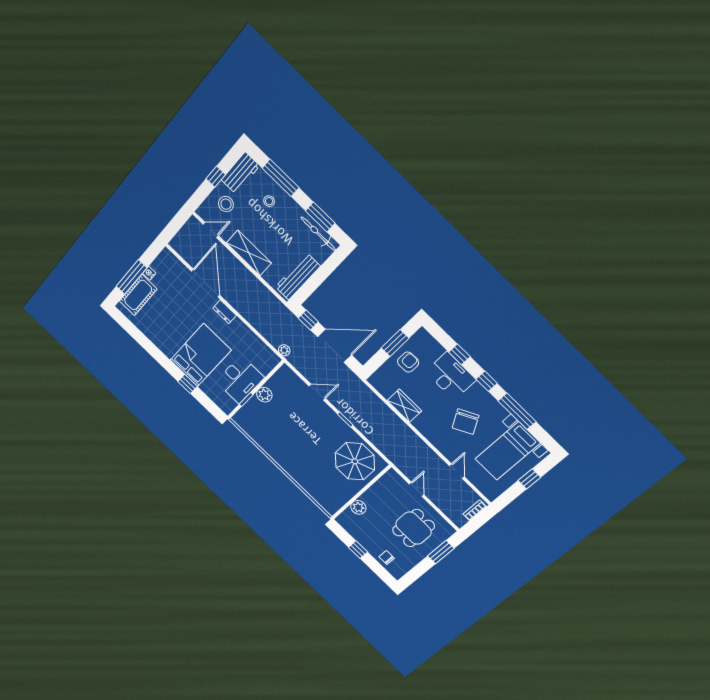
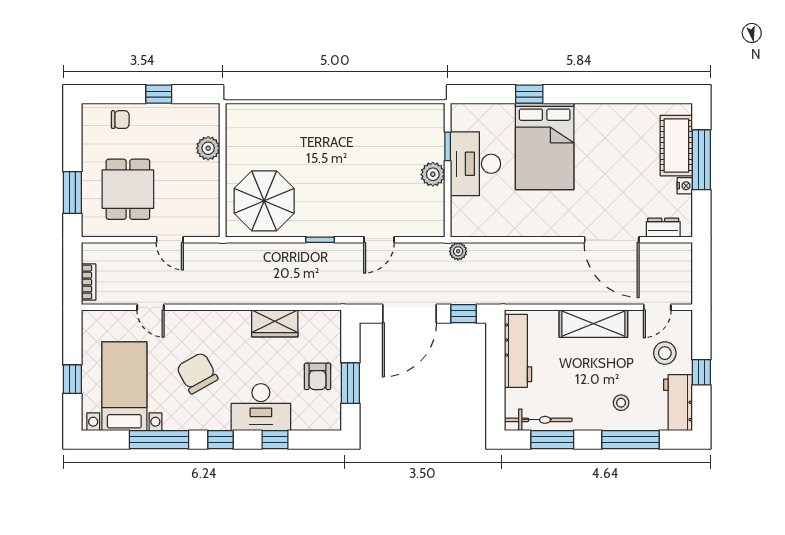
dresser: (225, 312) -> (663, 228), moved

